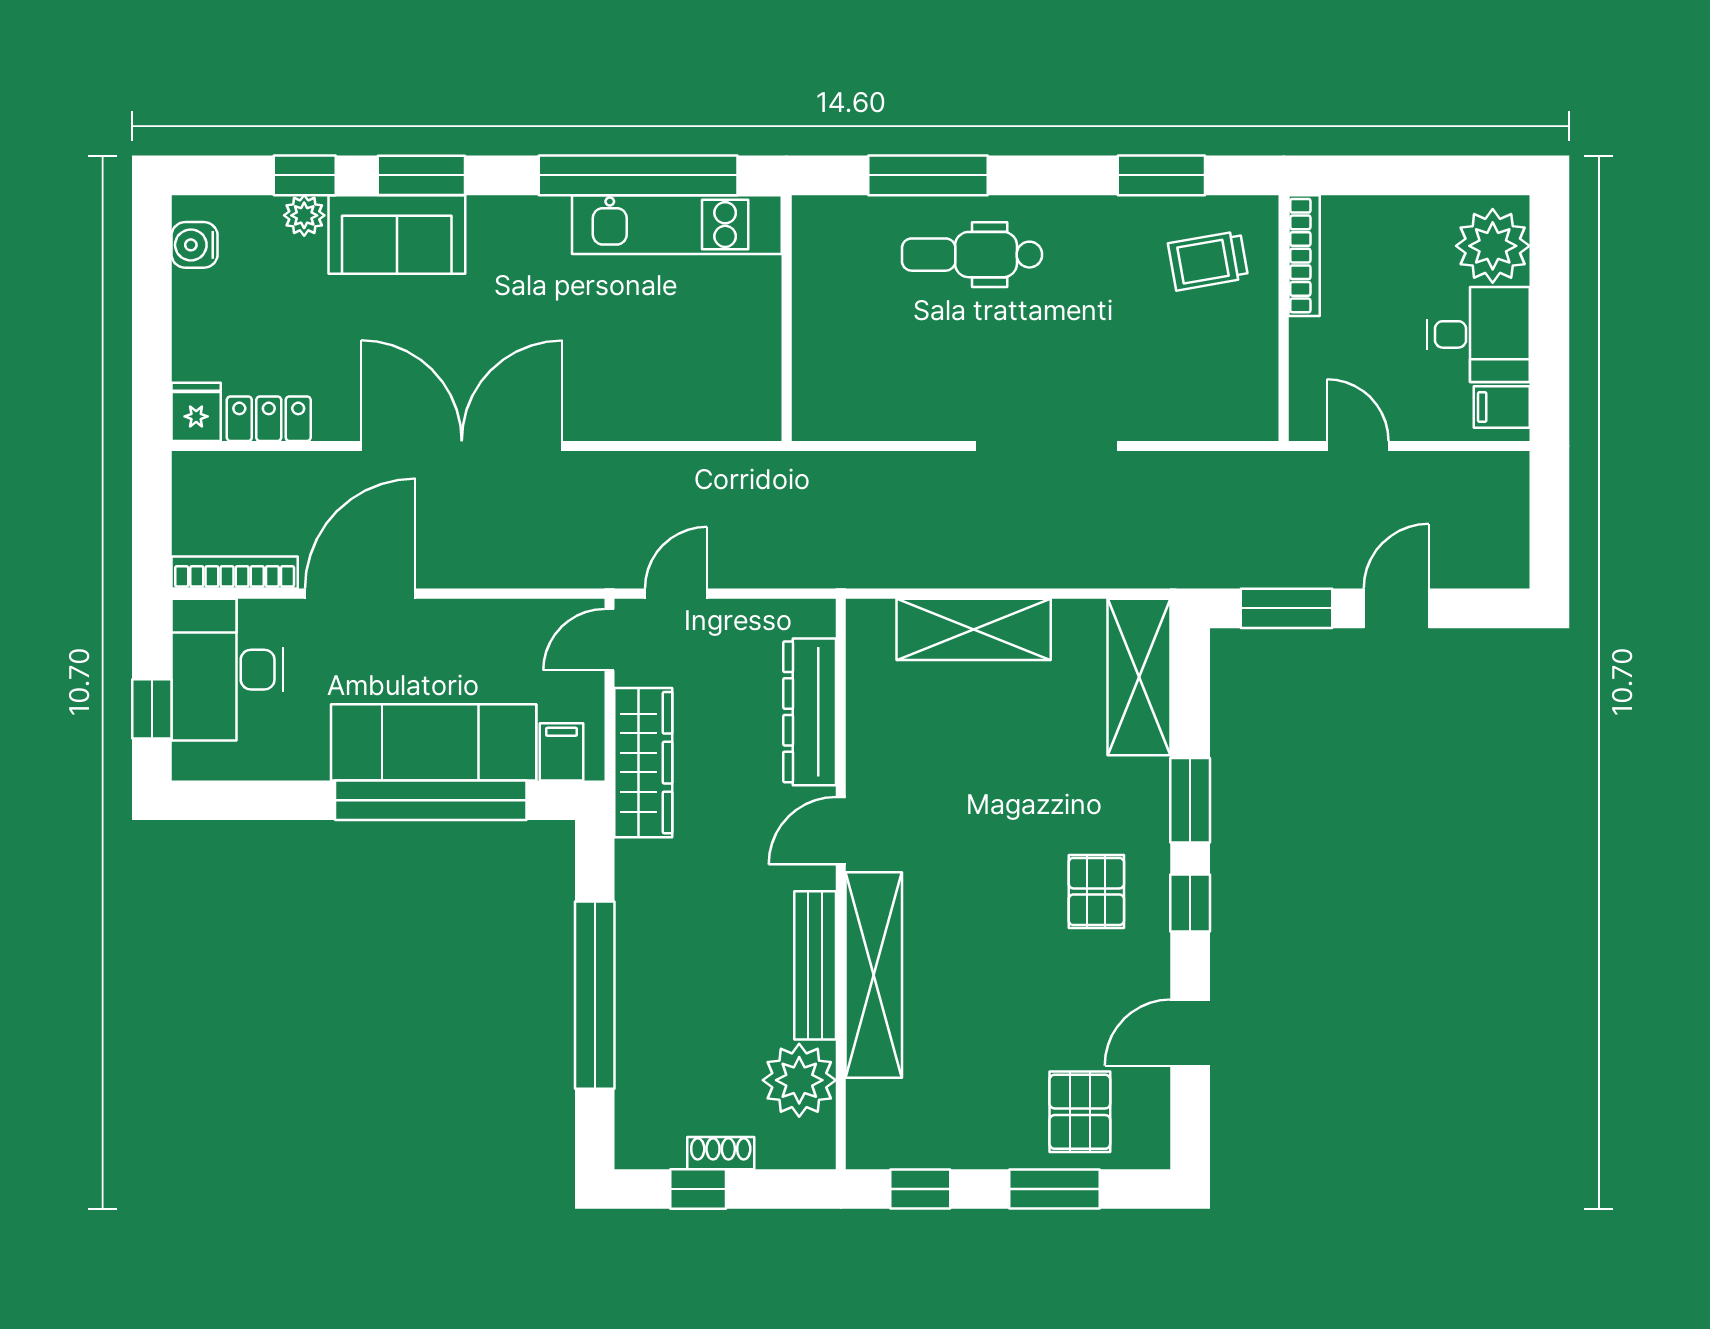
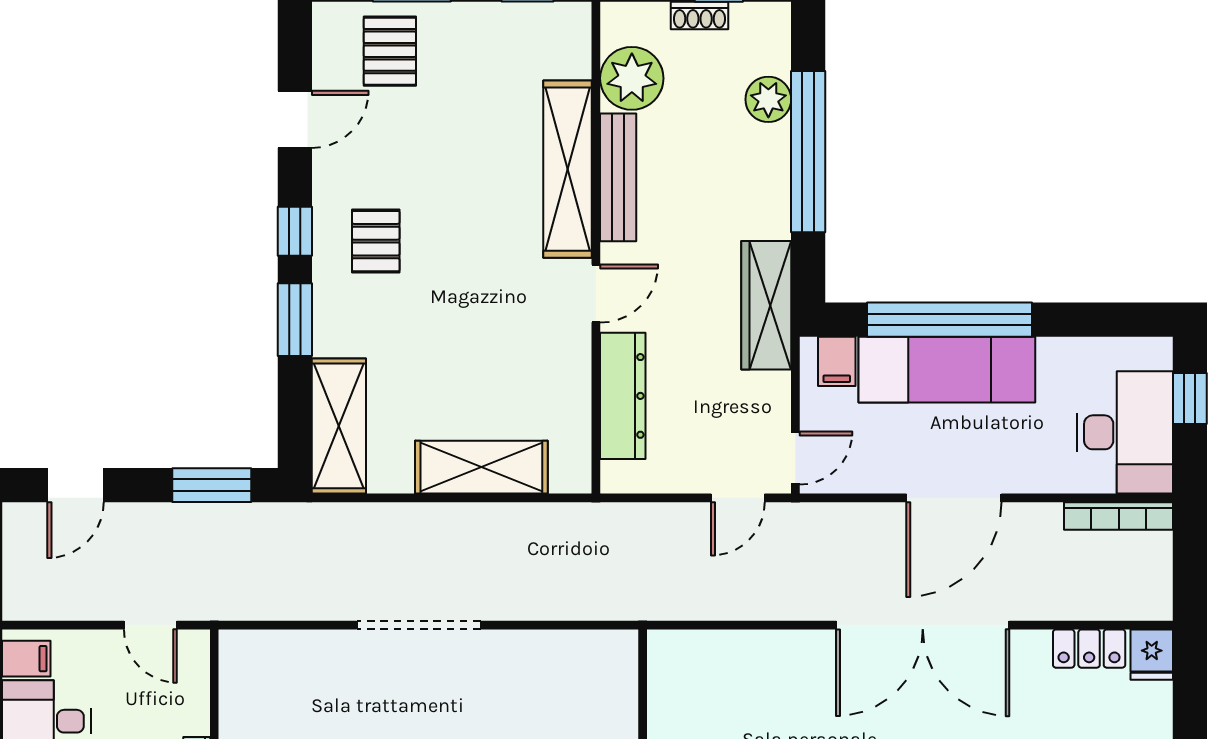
door: (360, 594) -> (954, 498), moved
door: (1396, 608) -> (76, 485), moved
wardrobe: (643, 763) -> (766, 305), moved
plant: (641, 1056) -> (768, 99), added

